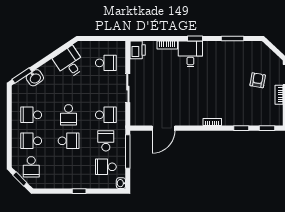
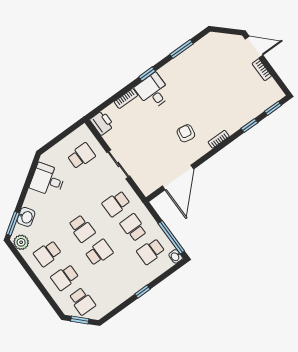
armchair: (258, 80) -> (186, 133), moved
plant: (18, 93) -> (21, 242), added
school desk: (106, 115) -> (116, 204), turned 180
door: (163, 128) -> (178, 177), width x1.36
window: (128, 152) -> (171, 237), moved

